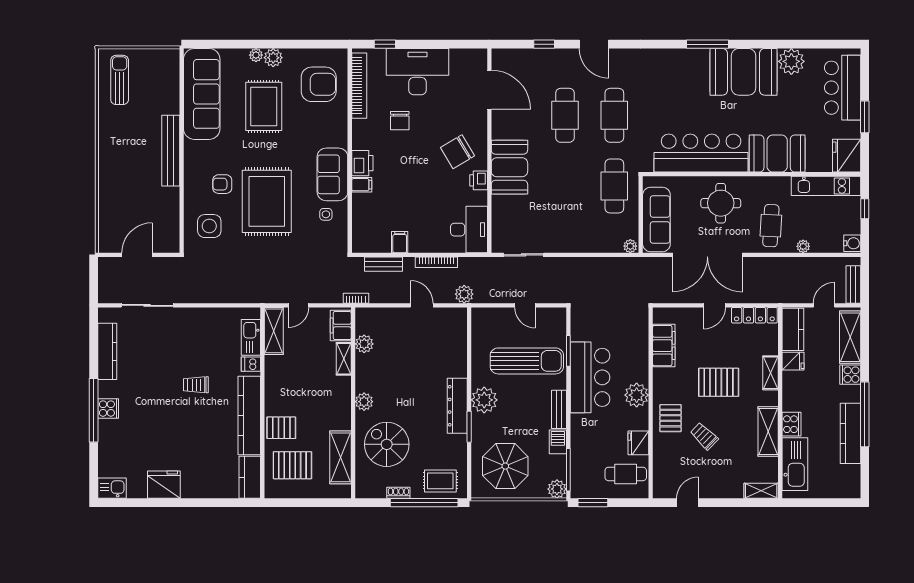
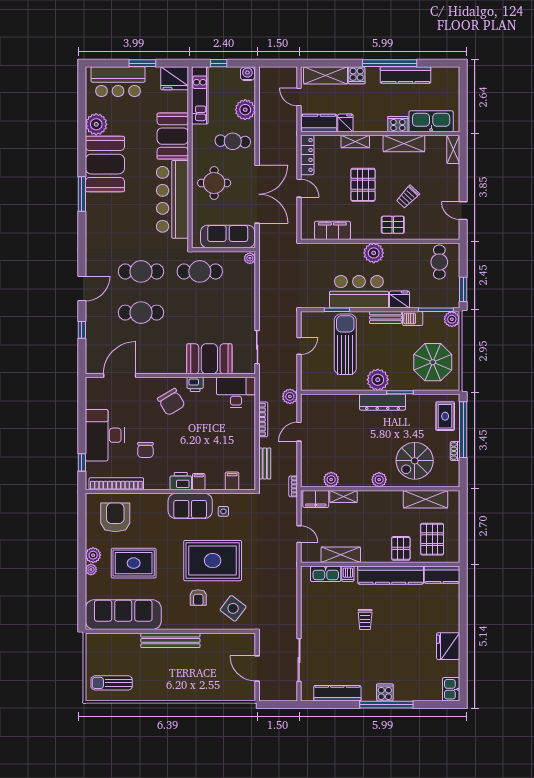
chair: (400, 121) -> (145, 450), turned 90
booth: (509, 167) -> (209, 359), moved
side table: (209, 226) -> (233, 608), turned 37
filing cabinet: (400, 242) -> (232, 481), moved, turned 90
plant: (803, 246) -> (245, 110), width x1.88, depth x1.88
bench: (853, 284) -> (282, 73), removed
shelving: (274, 331) -> (341, 555), moved
fridge: (638, 443) -> (399, 300), moved, turned 180

